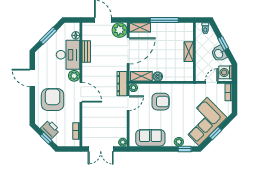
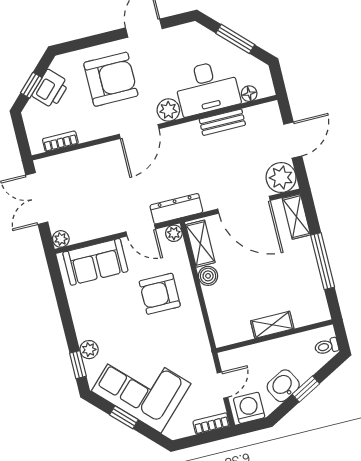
door: (212, 82) -> (223, 385), hinge flipped
armchair: (161, 102) -> (160, 294), turned 90
sofa: (150, 138) -> (95, 262), moved, turned 90

